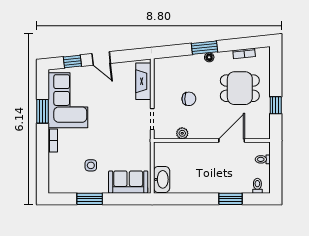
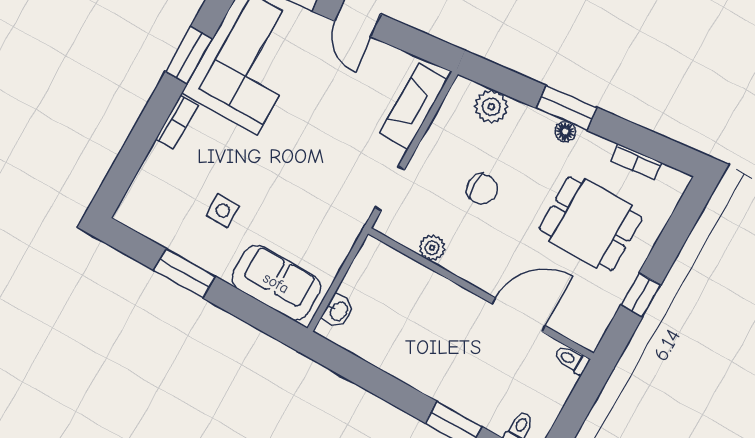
plant: (174, 64) -> (491, 107), added
toilet: (263, 159) -> (572, 360), moved
washbasin: (162, 179) -> (338, 311), width x0.52, depth x0.69

